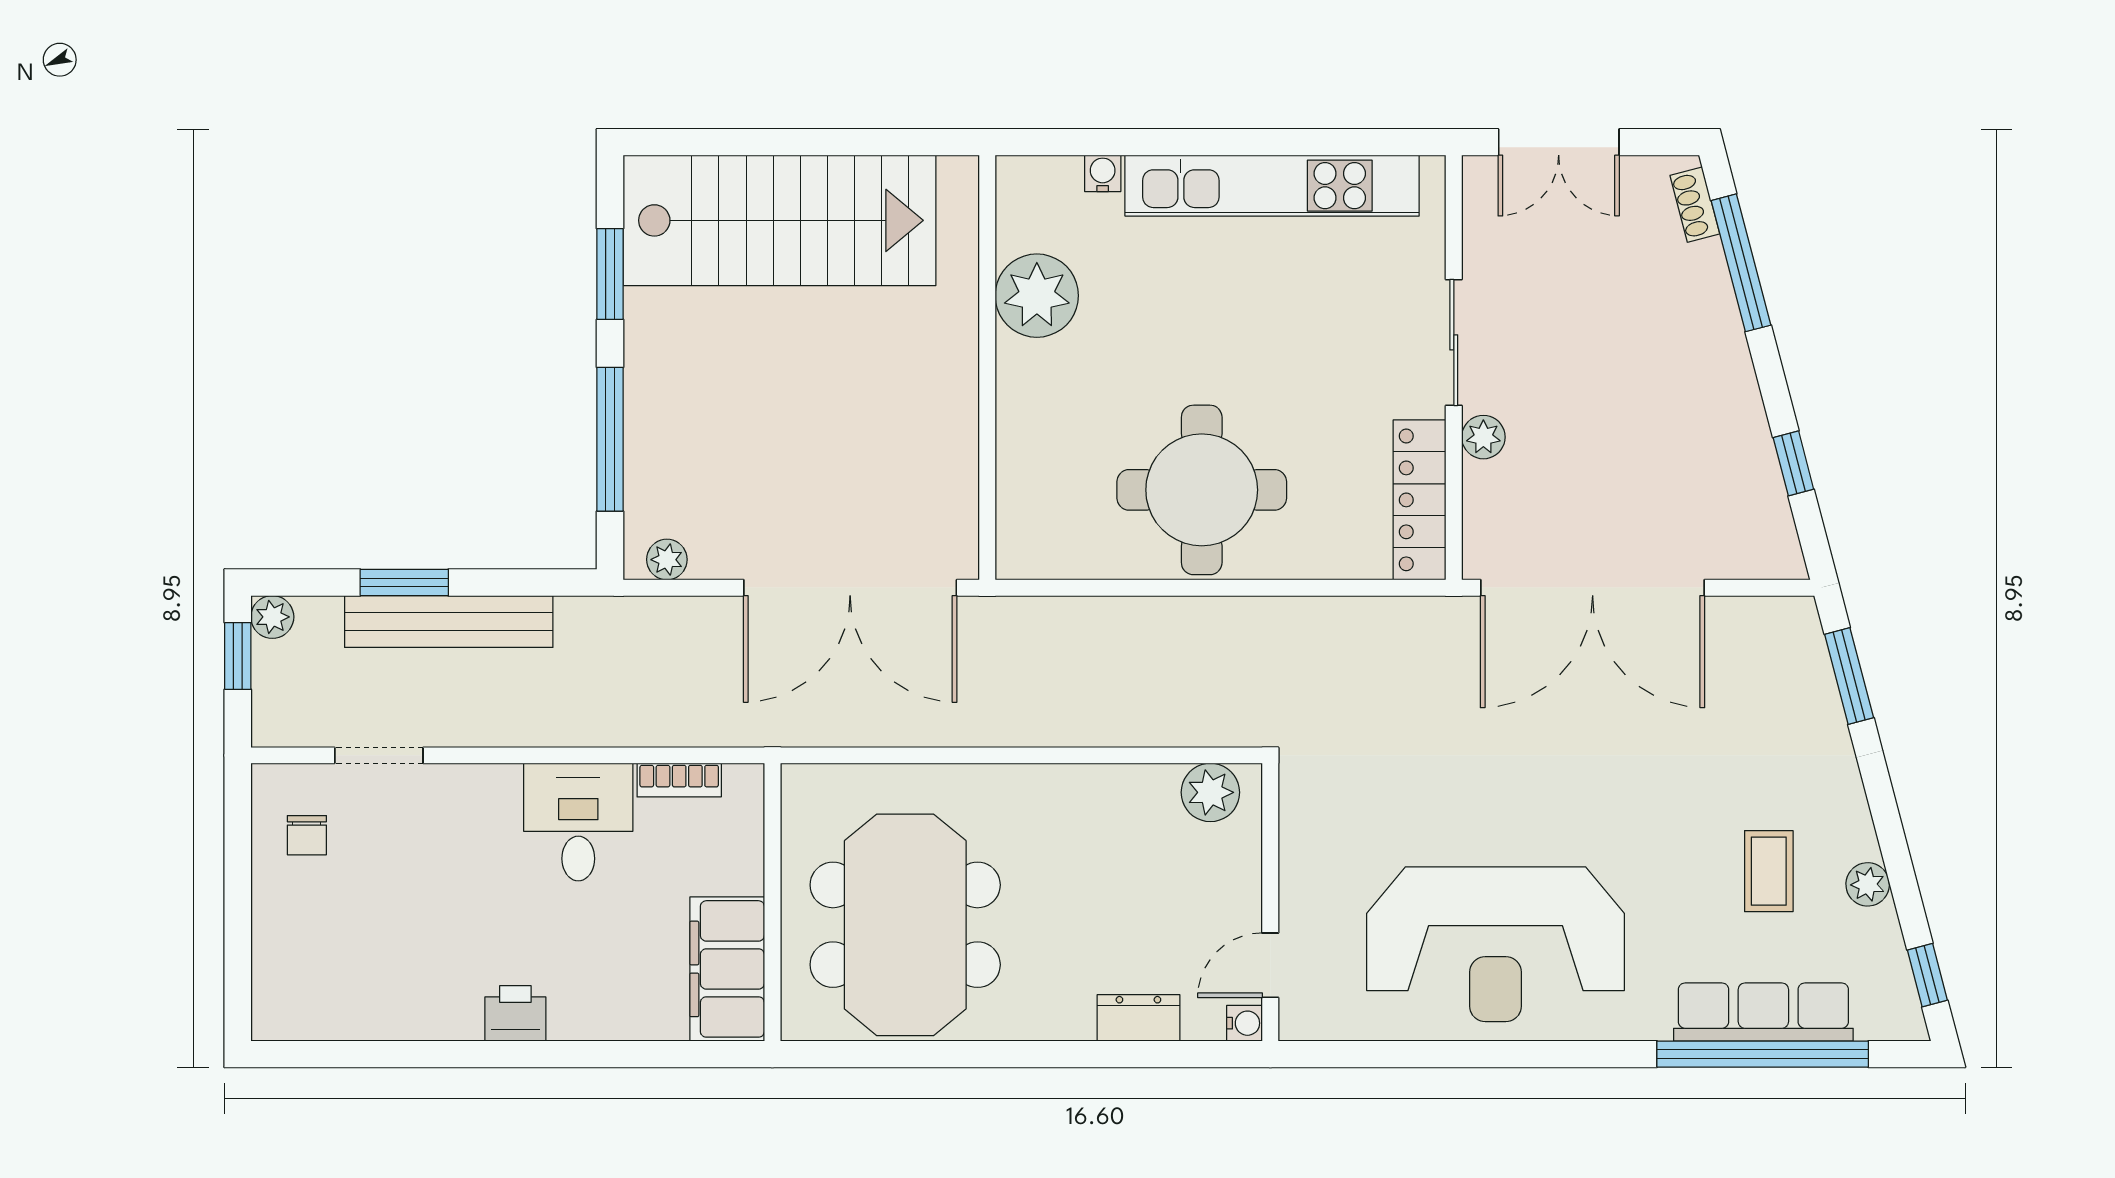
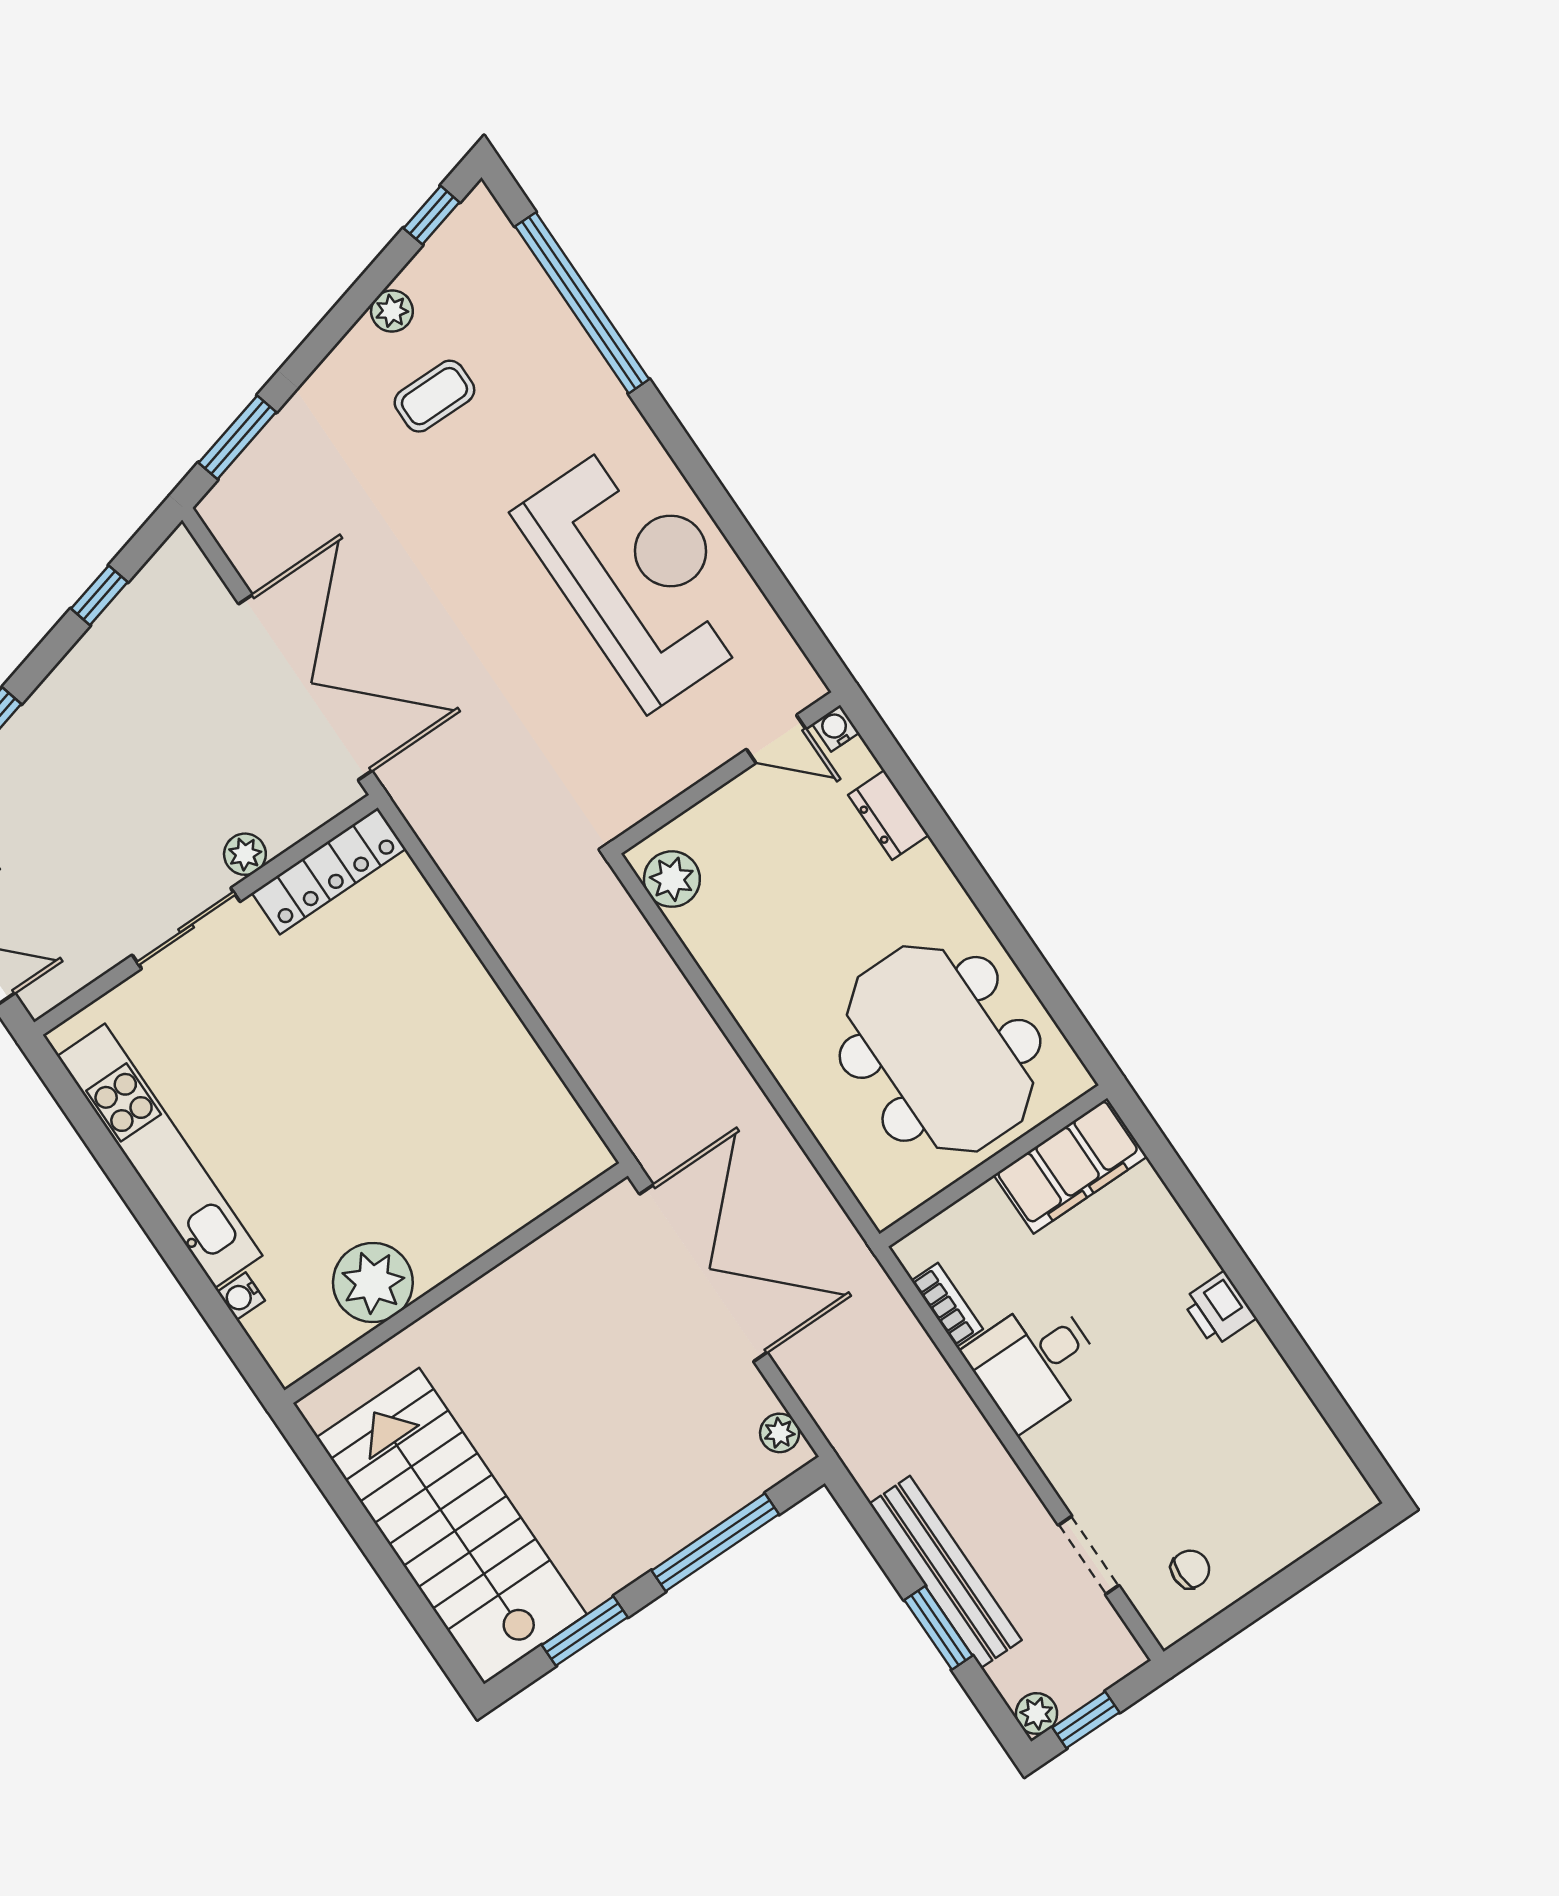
round table: (1202, 490) -> (438, 1048), removed
meeting table: (905, 925) -> (940, 1049), turned 90
row of seats: (1763, 1012) -> (549, 325), removed

